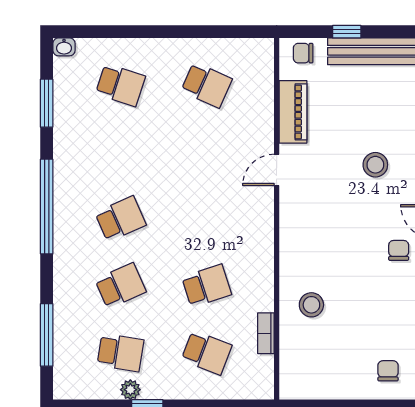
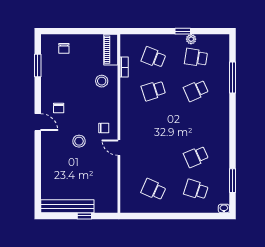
chair: (303, 53) -> (104, 128), moved
piano: (293, 112) -> (111, 50), moved
stool: (375, 165) -> (79, 141), moved
door: (277, 170) -> (119, 148), swing flipped
window: (47, 207) -> (232, 130), removed
school desk: (120, 219) -> (196, 157), moved
window: (47, 335) -> (232, 78), moved

